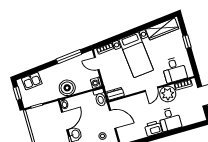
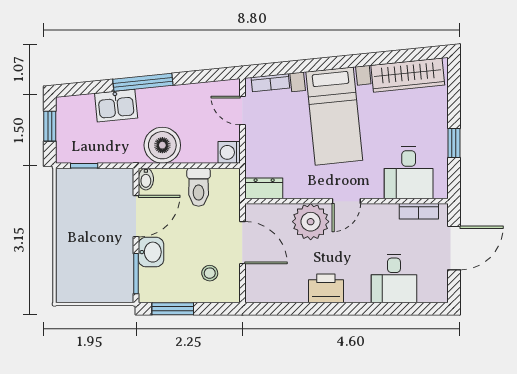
window: (187, 42) -> (454, 143), moved
window: (69, 57) -> (143, 82), moved
kitchen sink: (32, 81) -> (116, 106), moved
plant: (168, 94) -> (311, 222), moved
toilet: (100, 98) -> (199, 187), moved
desk: (170, 119) -> (394, 278), moved

